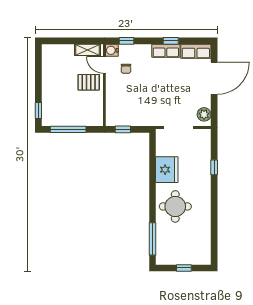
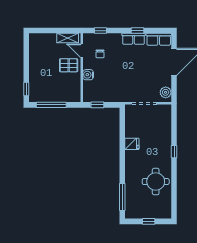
water cooler: (112, 50) -> (88, 75), moved
window: (214, 167) -> (174, 152), moved
fridge: (167, 170) -> (132, 144), width x0.53, depth x0.75
round table: (175, 206) -> (156, 182), moved

